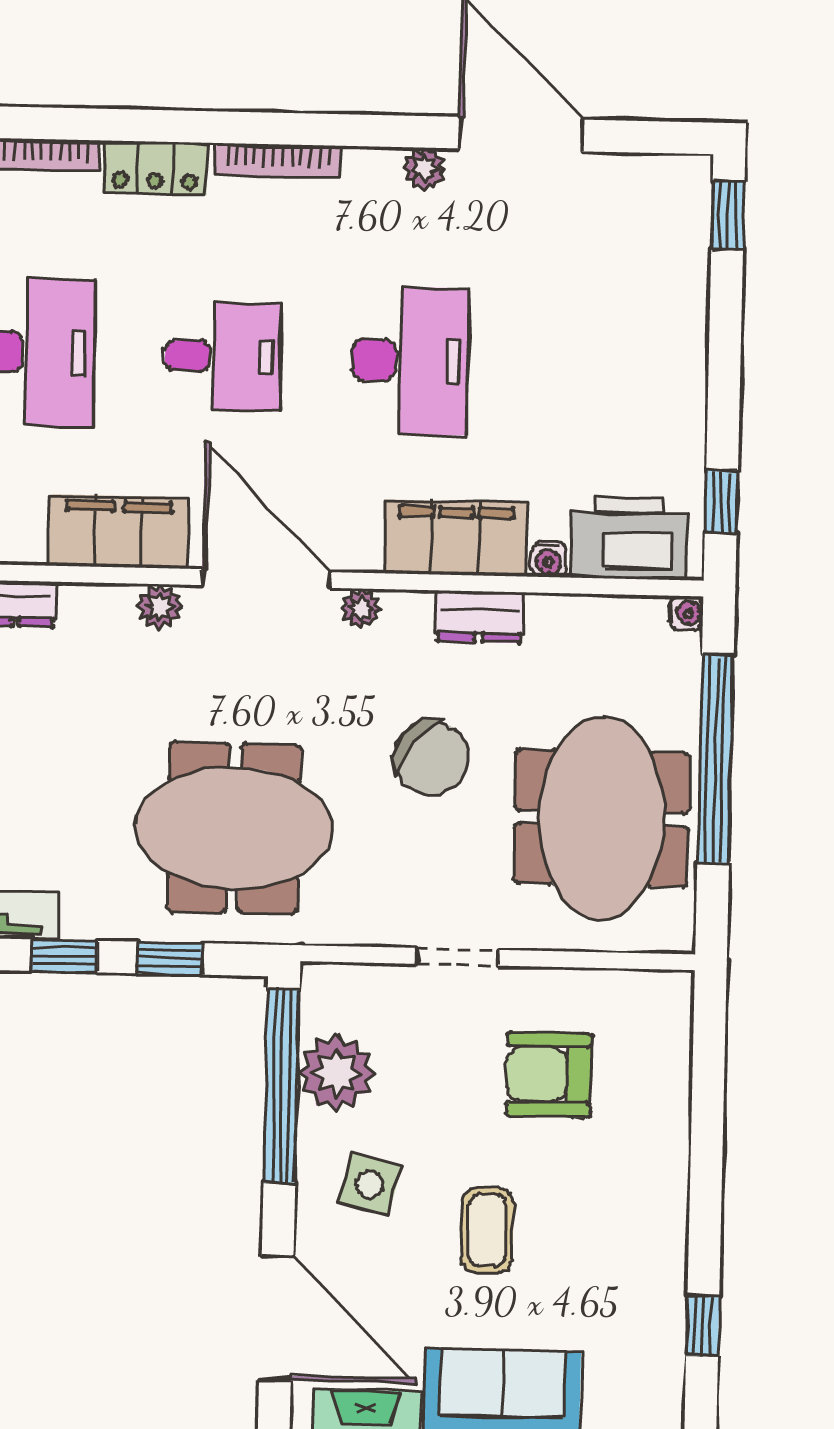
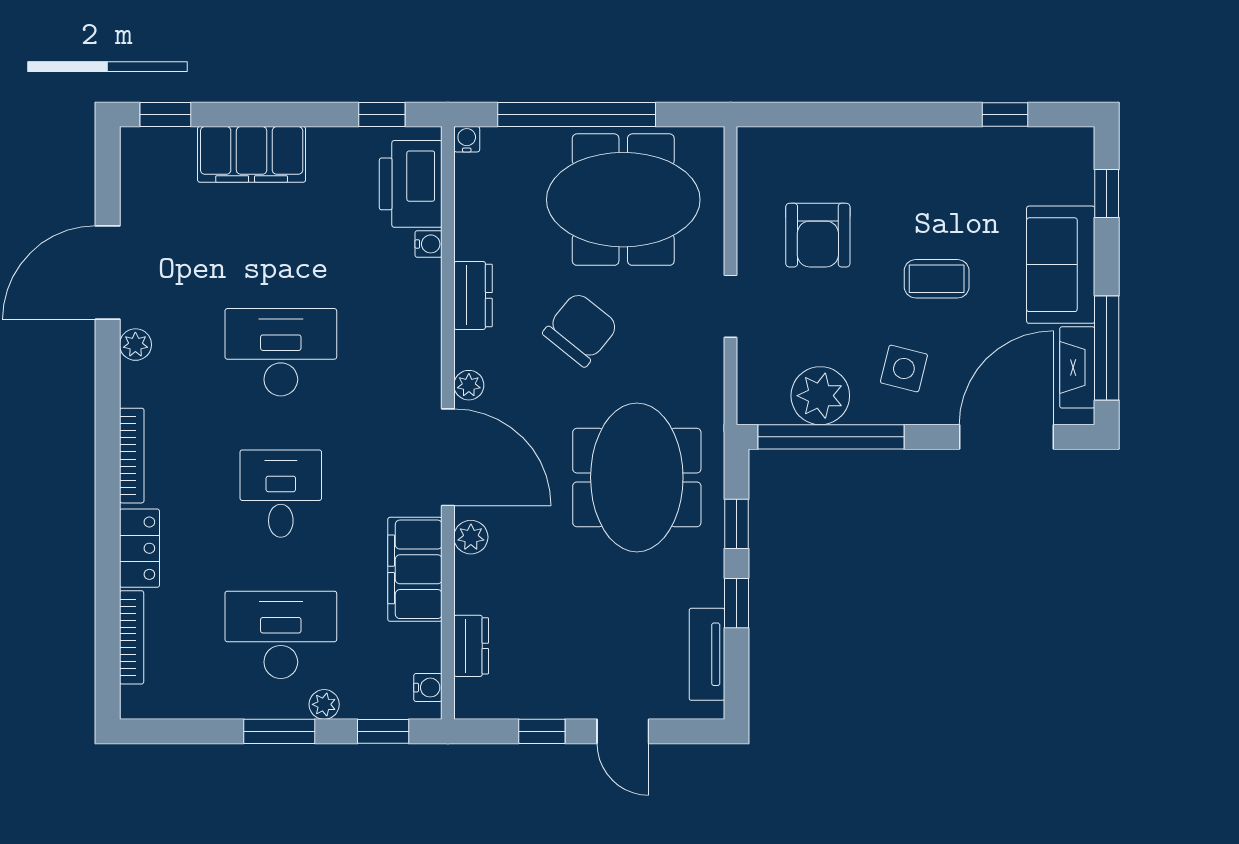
filing cabinet: (456, 538) -> (252, 154), moved, turned -90
door: (266, 579) -> (448, 457), swing flipped

